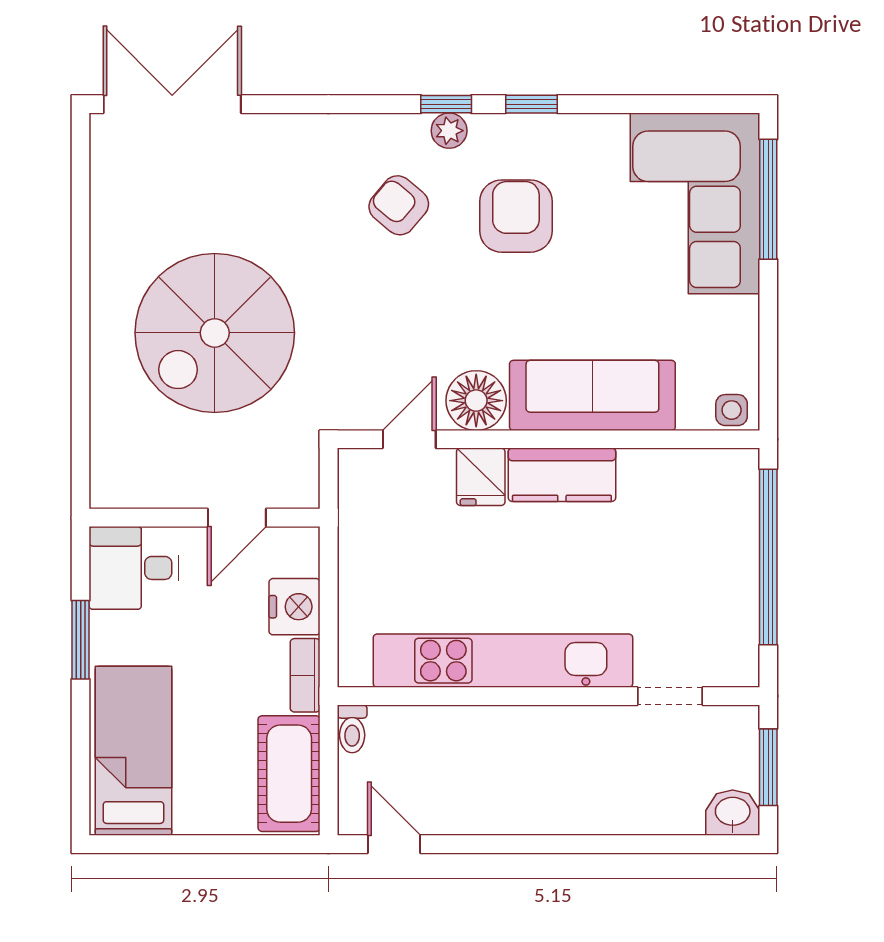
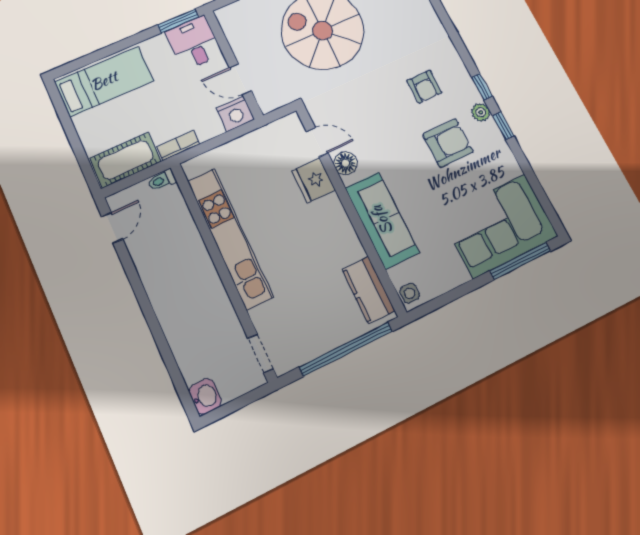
plant: (449, 131) -> (481, 112), moved
armchair: (399, 205) -> (424, 87), turned 140
floor lamp: (476, 401) -> (346, 163), width x0.73, depth x0.73
kitchen counter: (562, 475) -> (368, 290), moved
fridge: (481, 477) -> (314, 180), width x1.38
nightstand: (295, 607) -> (235, 114), moved
window: (81, 640) -> (178, 21), moved
doorway: (670, 696) -> (261, 354), moved
window: (768, 767) -> (238, 404), removed

